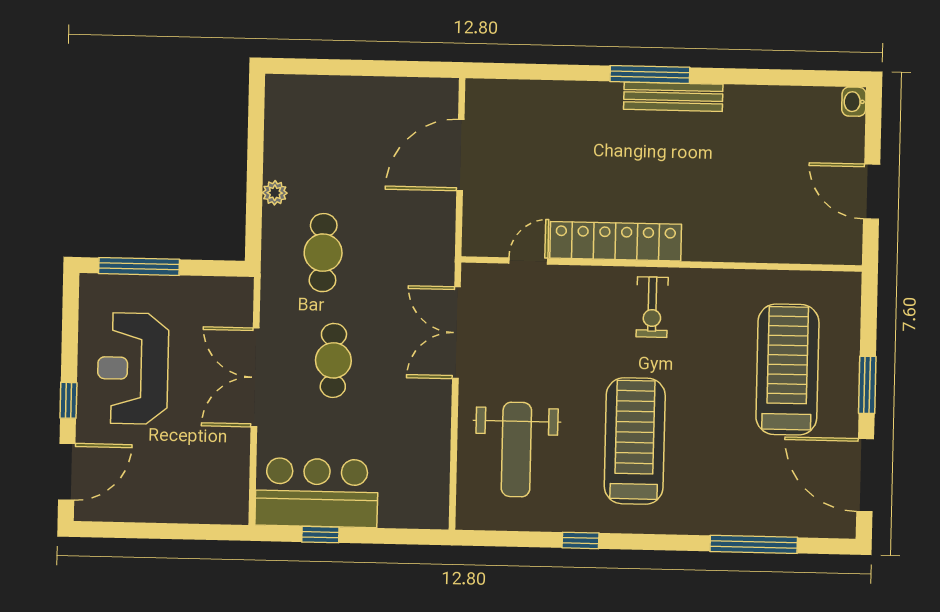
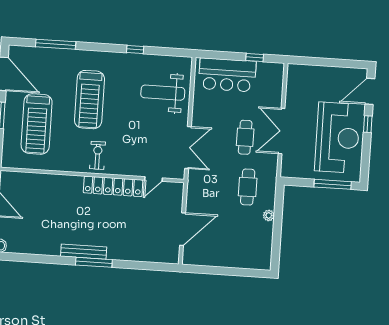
reception desk: (133, 368) -> (337, 138), width x1.36, depth x1.30
double door: (255, 377) -> (281, 131), swing flipped
treadmill: (635, 441) -> (89, 100), moved
weight bench: (516, 449) -> (163, 93), turned -90
bar counter: (317, 493) -> (227, 75), moved

